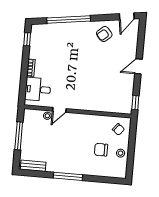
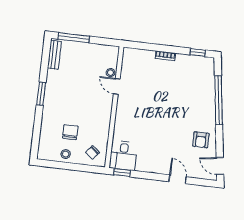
armchair: (104, 34) -> (201, 140), turned -139
door: (139, 66) -> (178, 179), moved
desk: (38, 89) -> (123, 156), moved, turned 180
window: (19, 136) -> (74, 38), moved
window: (68, 176) -> (41, 94), width x0.69

